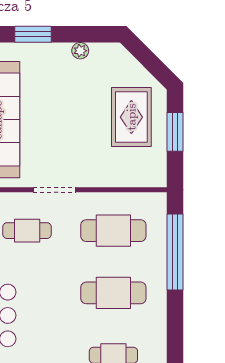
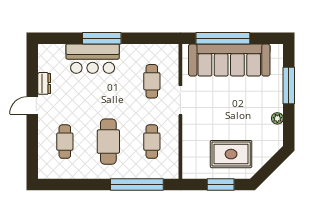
window: (33, 34) -> (289, 85), width x1.44
cafe table: (113, 231) -> (152, 142), width x0.73, depth x0.74

